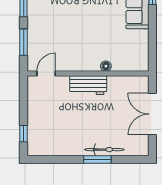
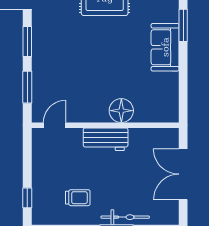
floor lamp: (106, 66) -> (121, 111), width x1.89, depth x1.89
trolley: (65, 133) -> (78, 198), added

